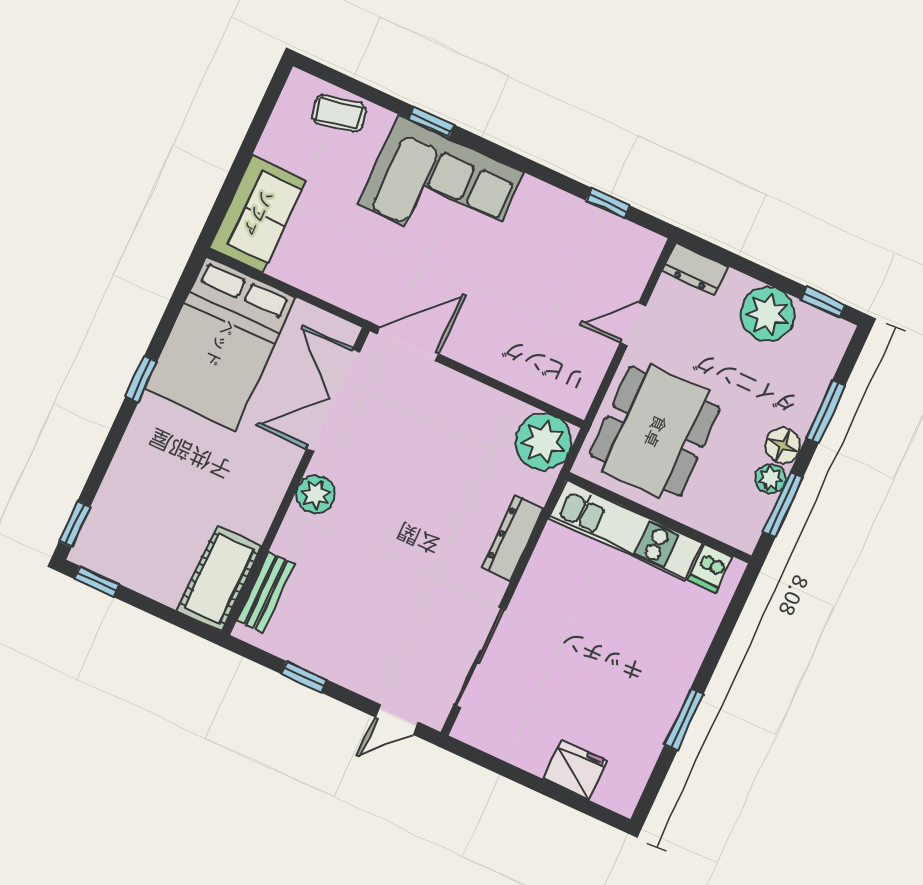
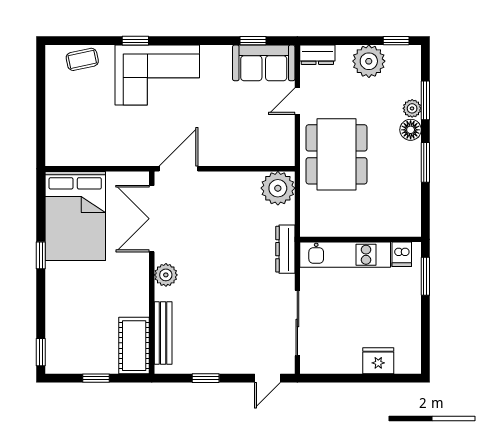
sofa: (258, 214) -> (264, 63), moved, turned 90
plant: (770, 479) -> (412, 108), moved
wall: (659, 518) -> (361, 239), moved
kitchen unit: (625, 530) -> (345, 255), moved
dishwasher: (710, 569) -> (402, 254), moved
window: (97, 582) -> (96, 378), moved
bench: (265, 592) -> (163, 333), width x1.36
window: (684, 720) -> (425, 276), moved

